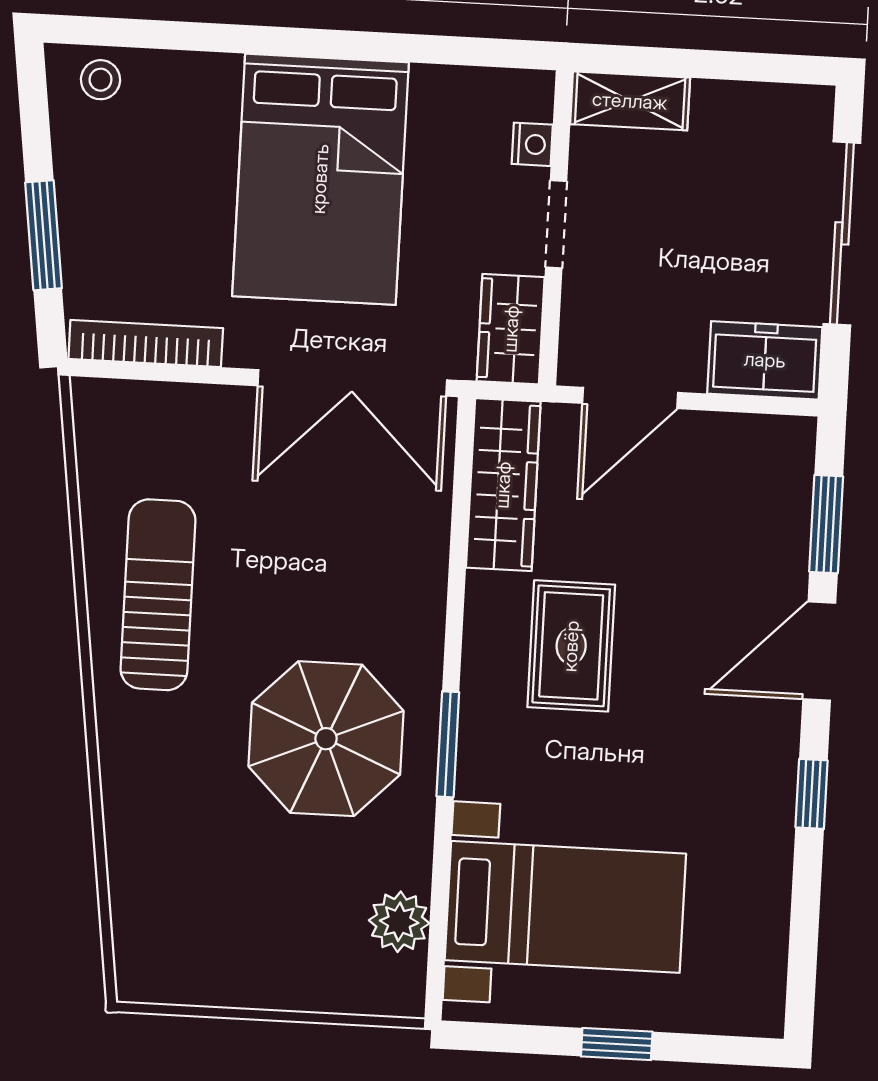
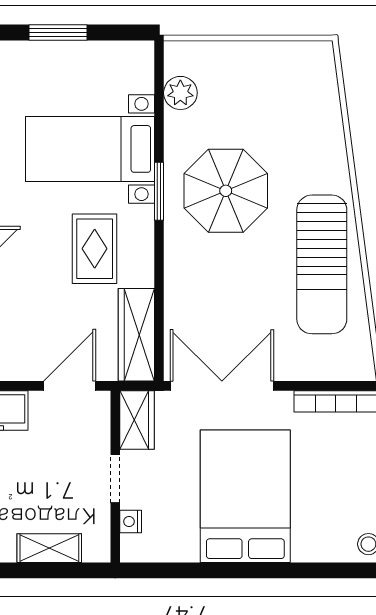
shelving: (630, 101) -> (49, 548), moved
sun lounger: (158, 595) -> (322, 264), width x1.36, depth x1.34
bed with nightstands: (565, 907) -> (90, 149), moved
window: (617, 1044) -> (58, 33), width x1.50

